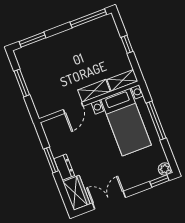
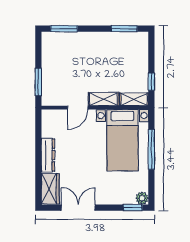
window: (88, 18) -> (124, 29), width x0.69
window: (127, 44) -> (151, 82), moved
window: (22, 83) -> (38, 82), moved
window: (51, 160) -> (38, 149), removed
dresser: (64, 167) -> (48, 155), width x1.44

